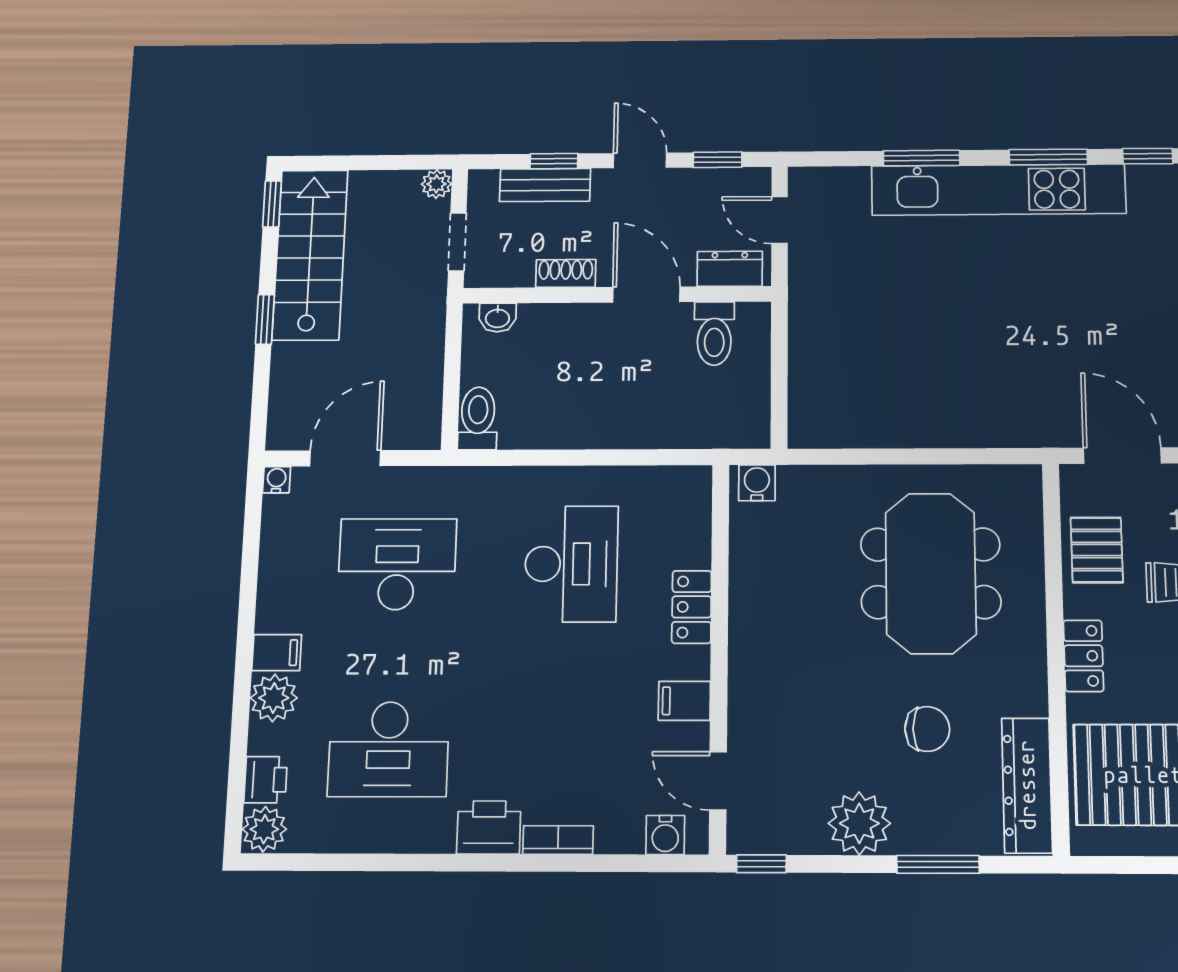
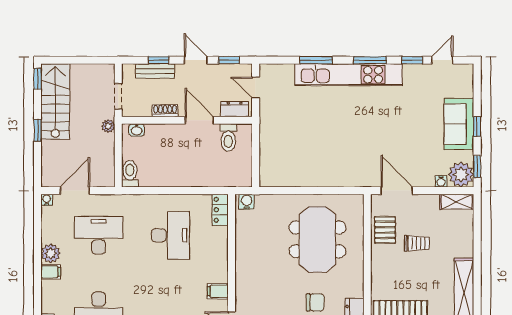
plant: (436, 184) -> (108, 126), moved
locker: (692, 607) -> (220, 210), moved
locker: (1083, 656) -> (378, 273), removed
plant: (274, 698) -> (51, 253), moved

